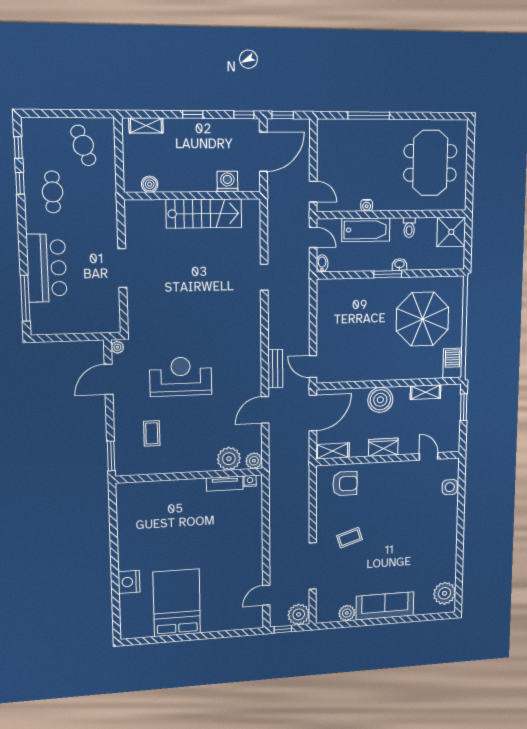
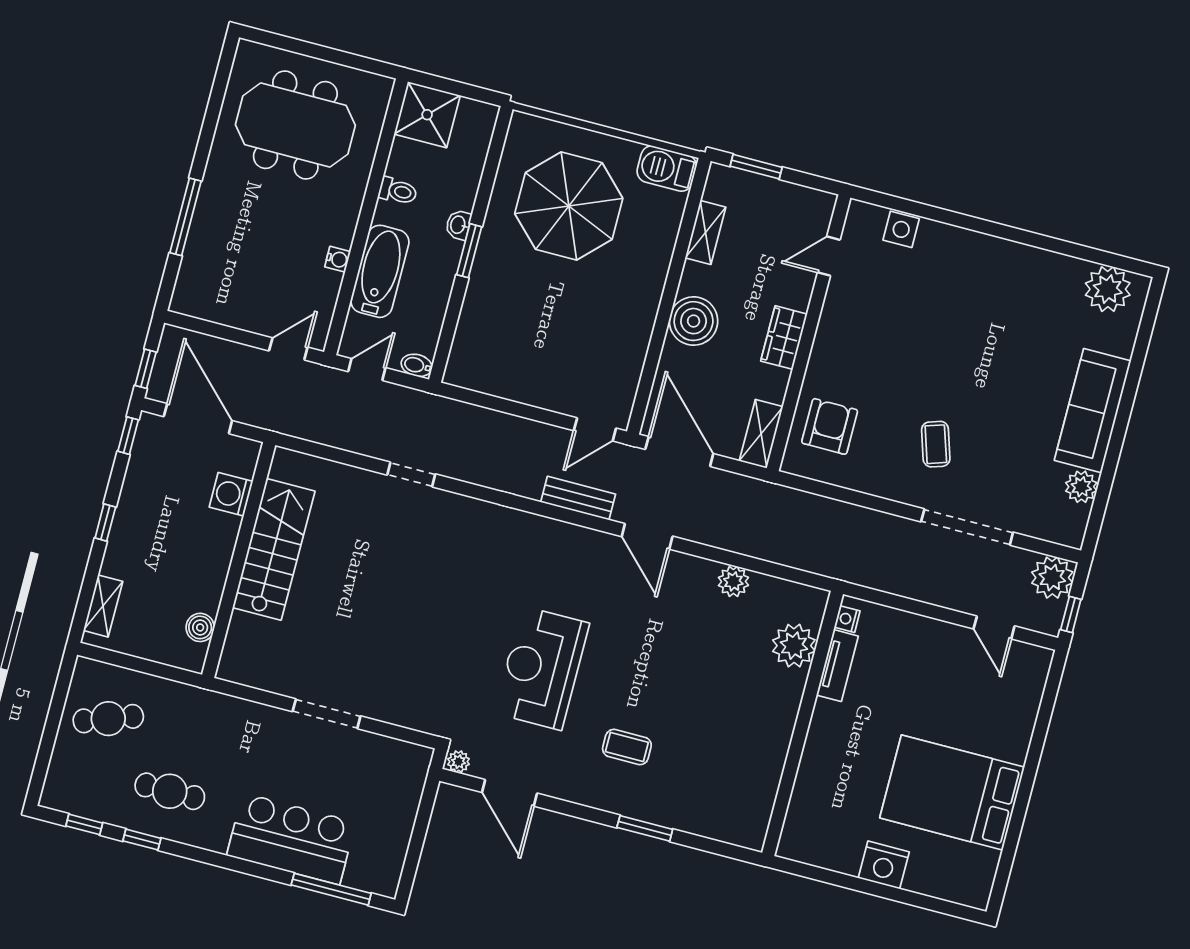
plant: (229, 459) -> (794, 646), moved
wall: (190, 476) -> (803, 723), moved
nightstand: (250, 481) -> (847, 619), moved
tv unit: (225, 484) -> (837, 666), moved

